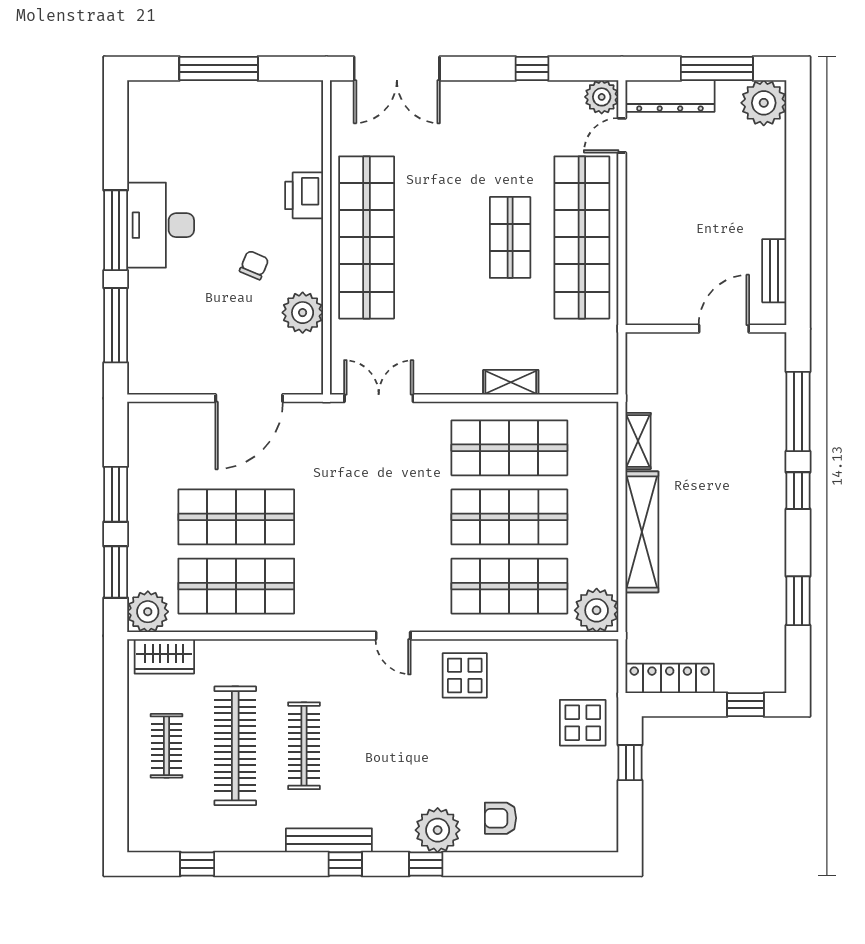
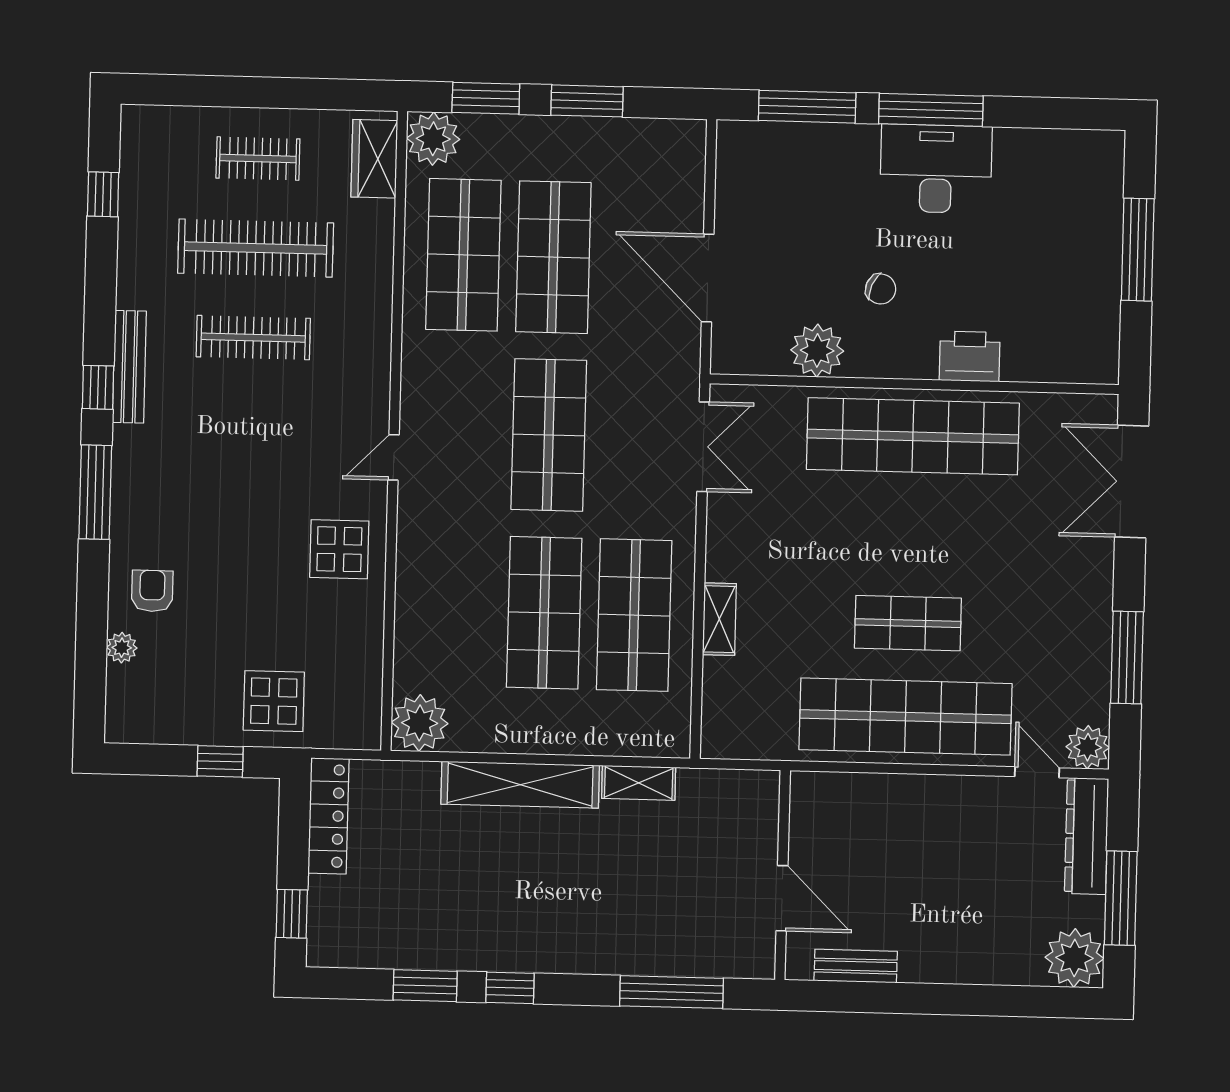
window: (532, 69) -> (1127, 658), width x2.17
window: (798, 491) -> (510, 988), moved
shop shelf: (509, 586) -> (549, 435), moved
plant: (438, 830) -> (122, 648), moved, width x0.53, depth x0.53
window: (426, 864) -> (95, 492), width x2.17

